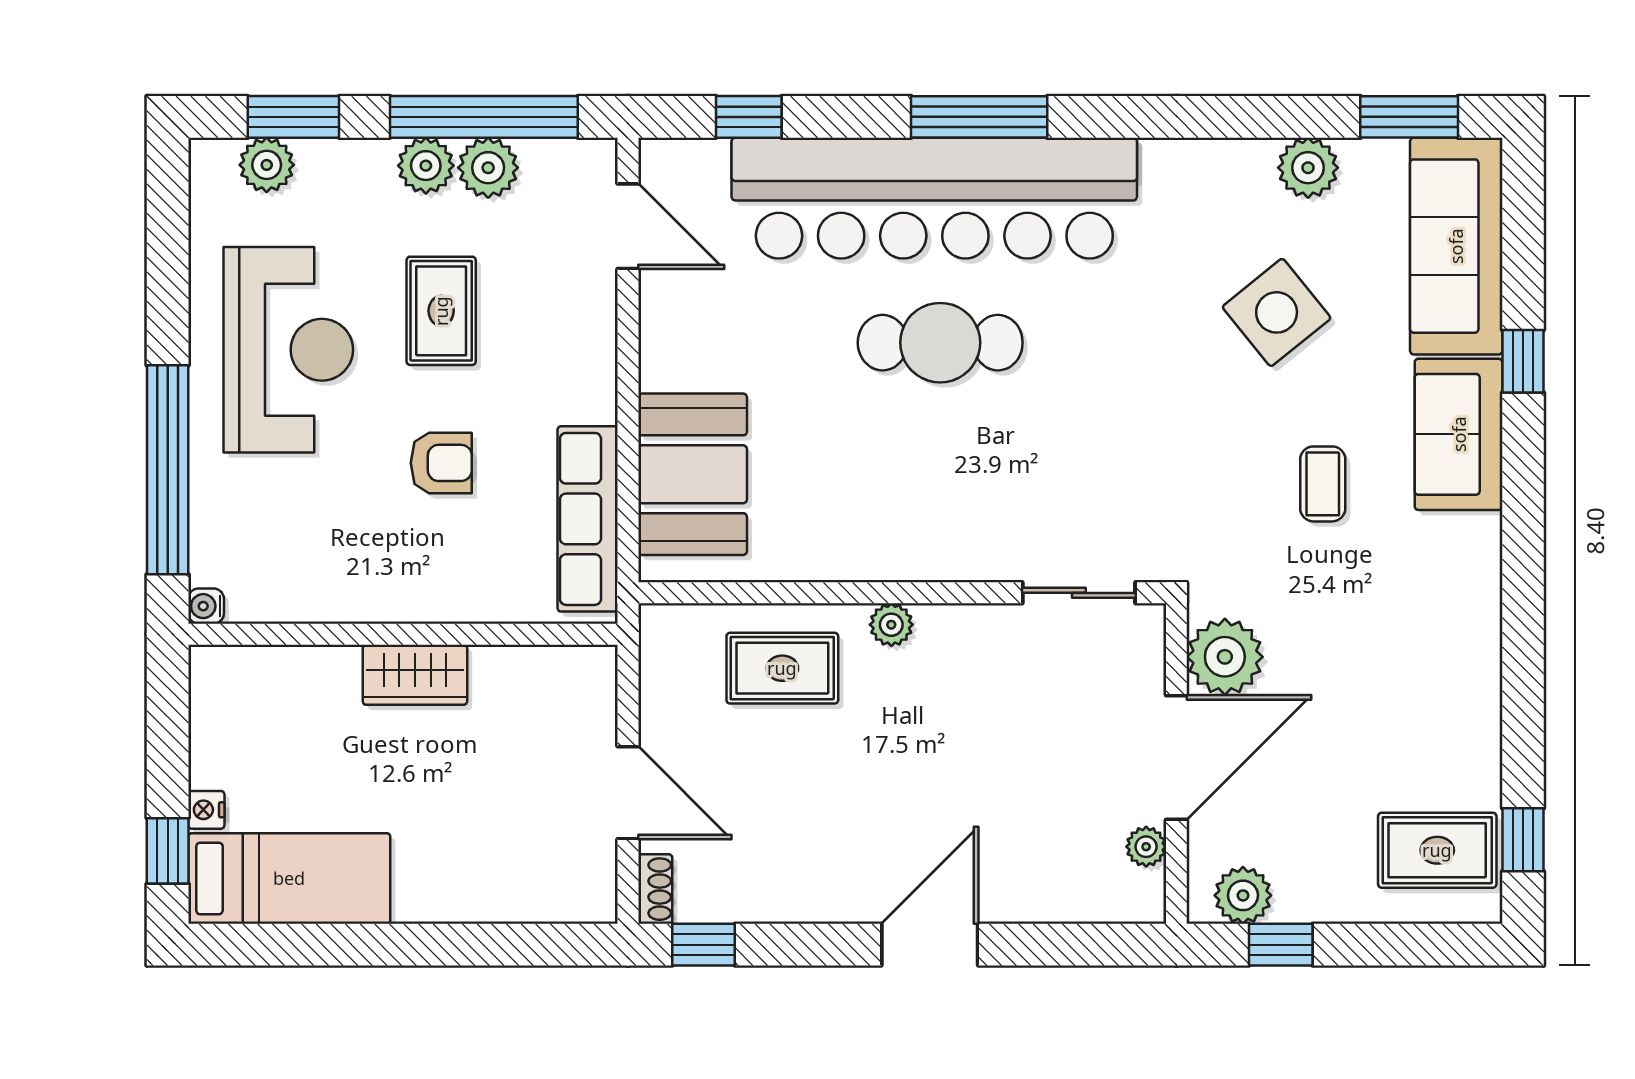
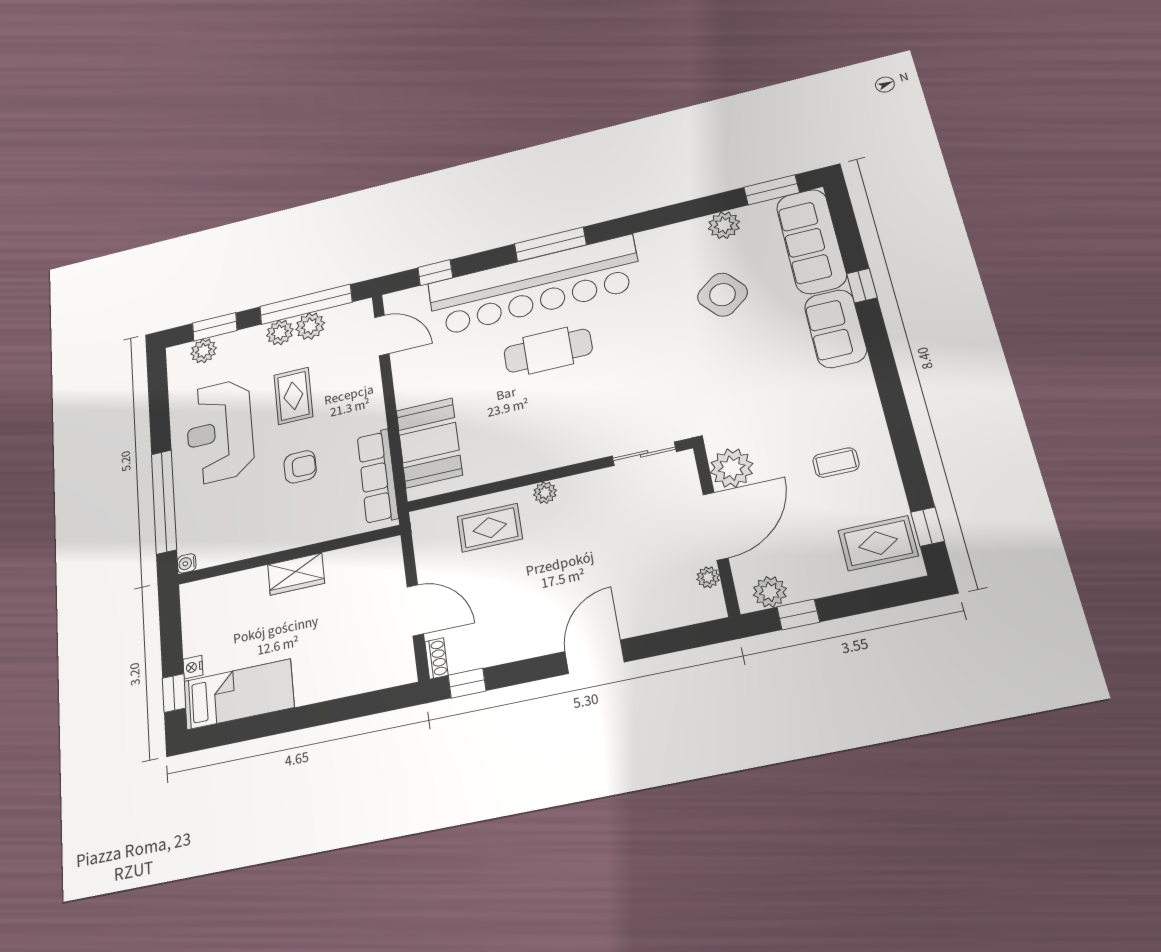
reception desk: (288, 350) -> (220, 432), turned 180
coffee table: (1323, 484) -> (836, 463), moved, turned 90

